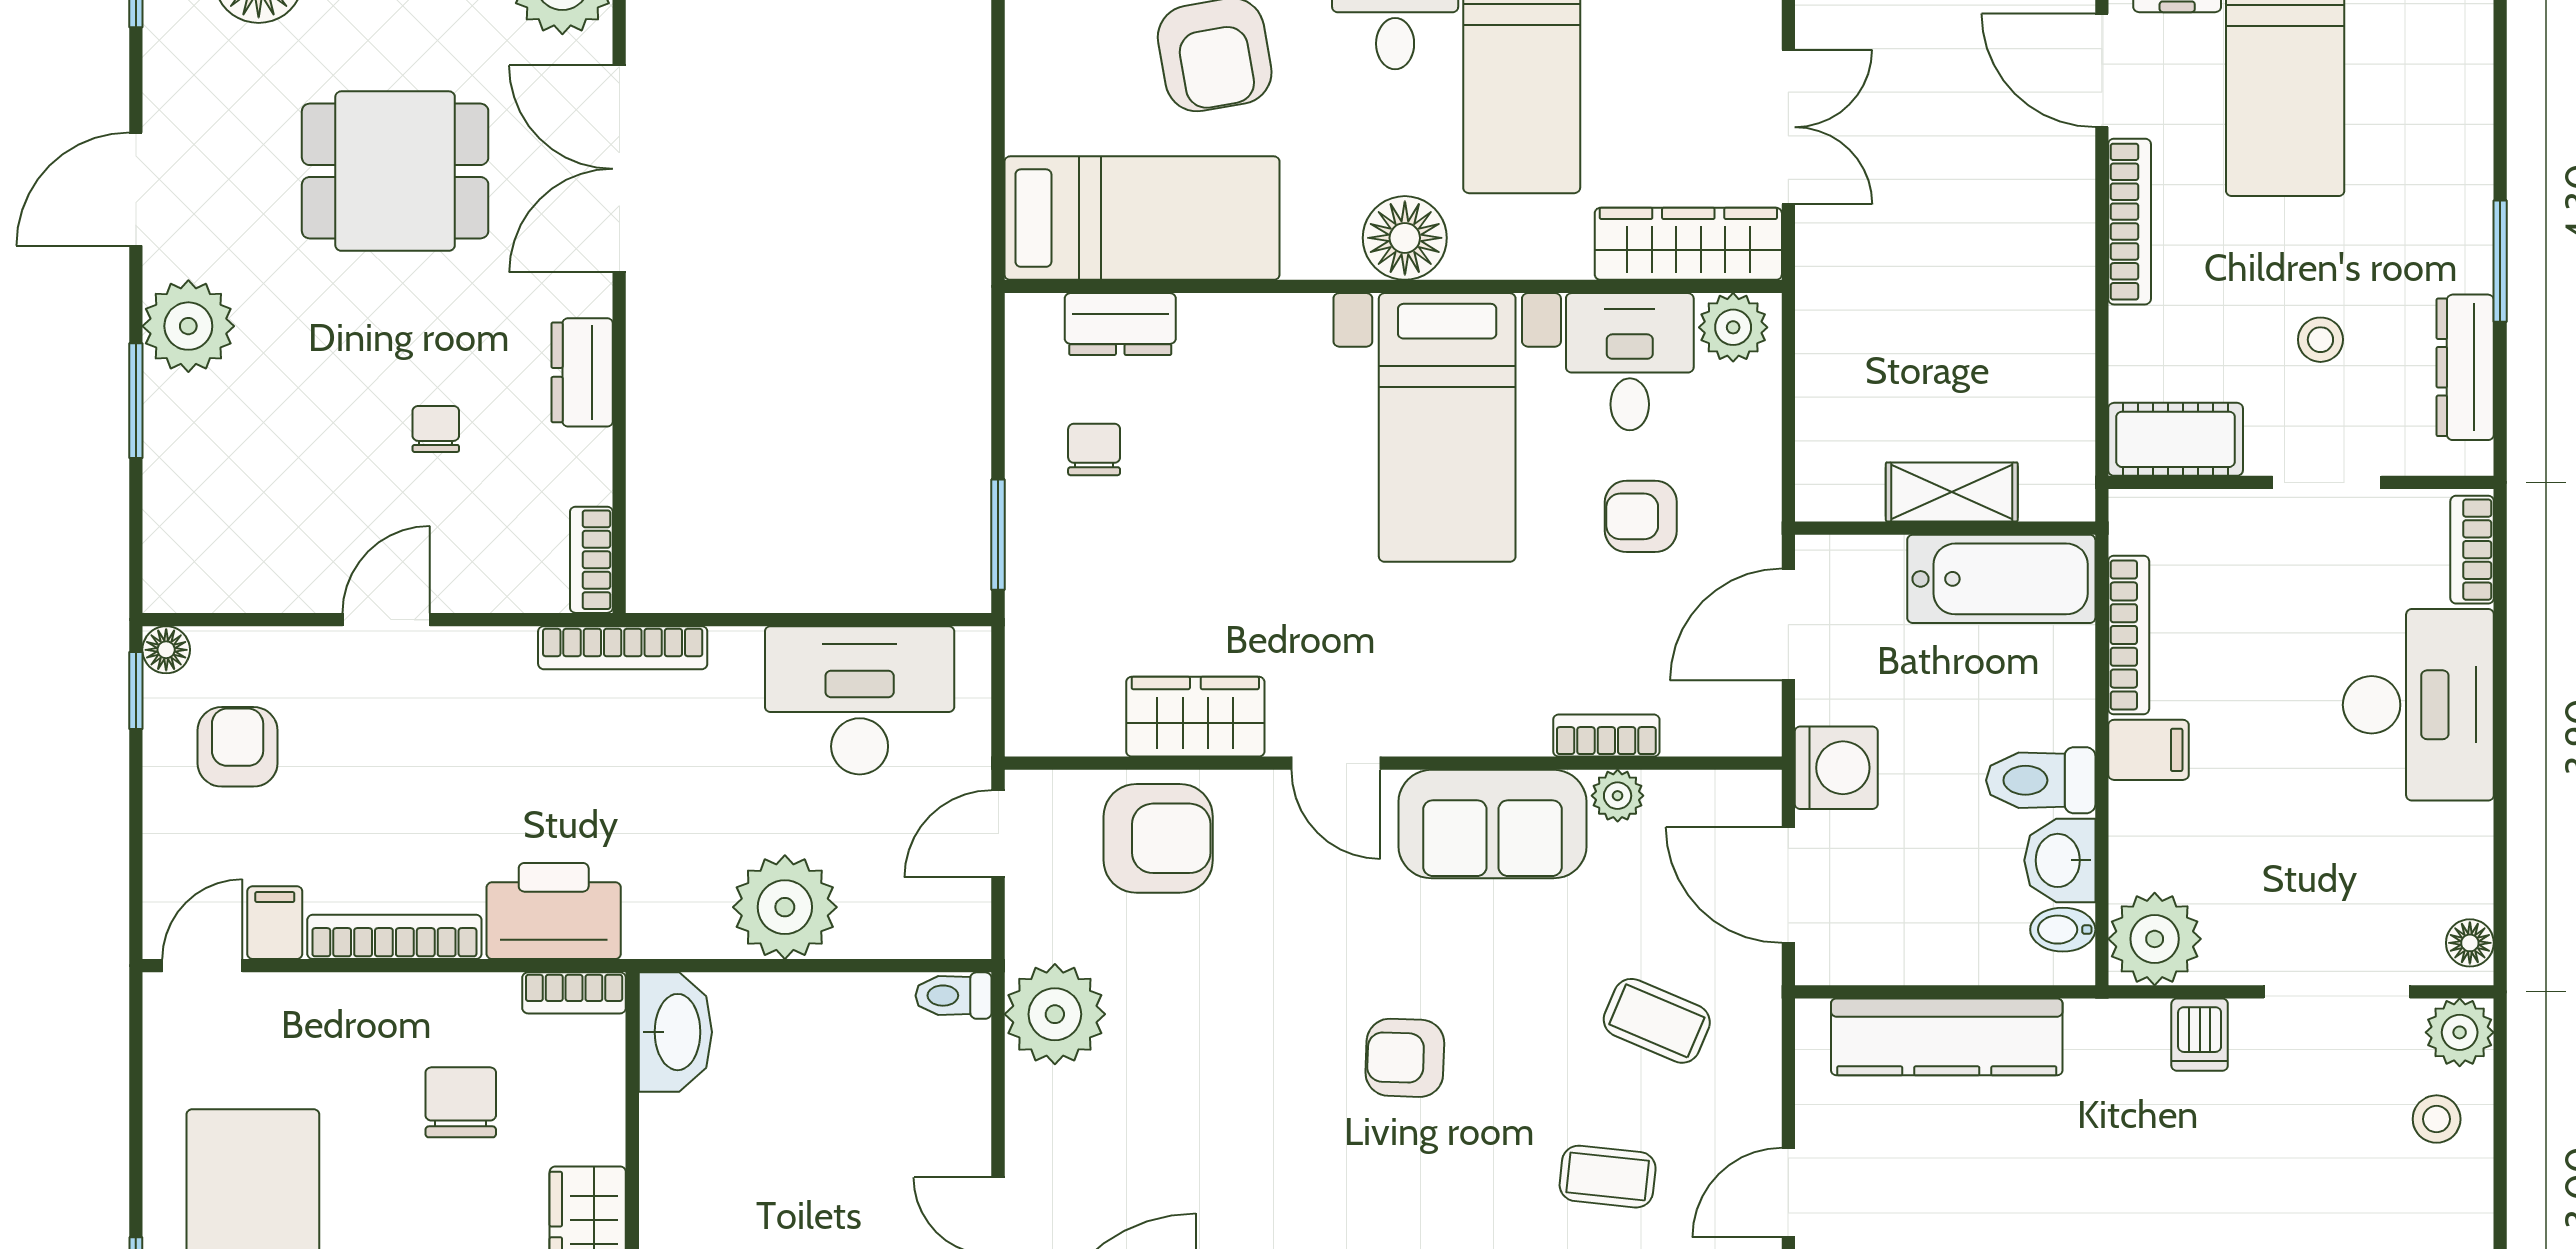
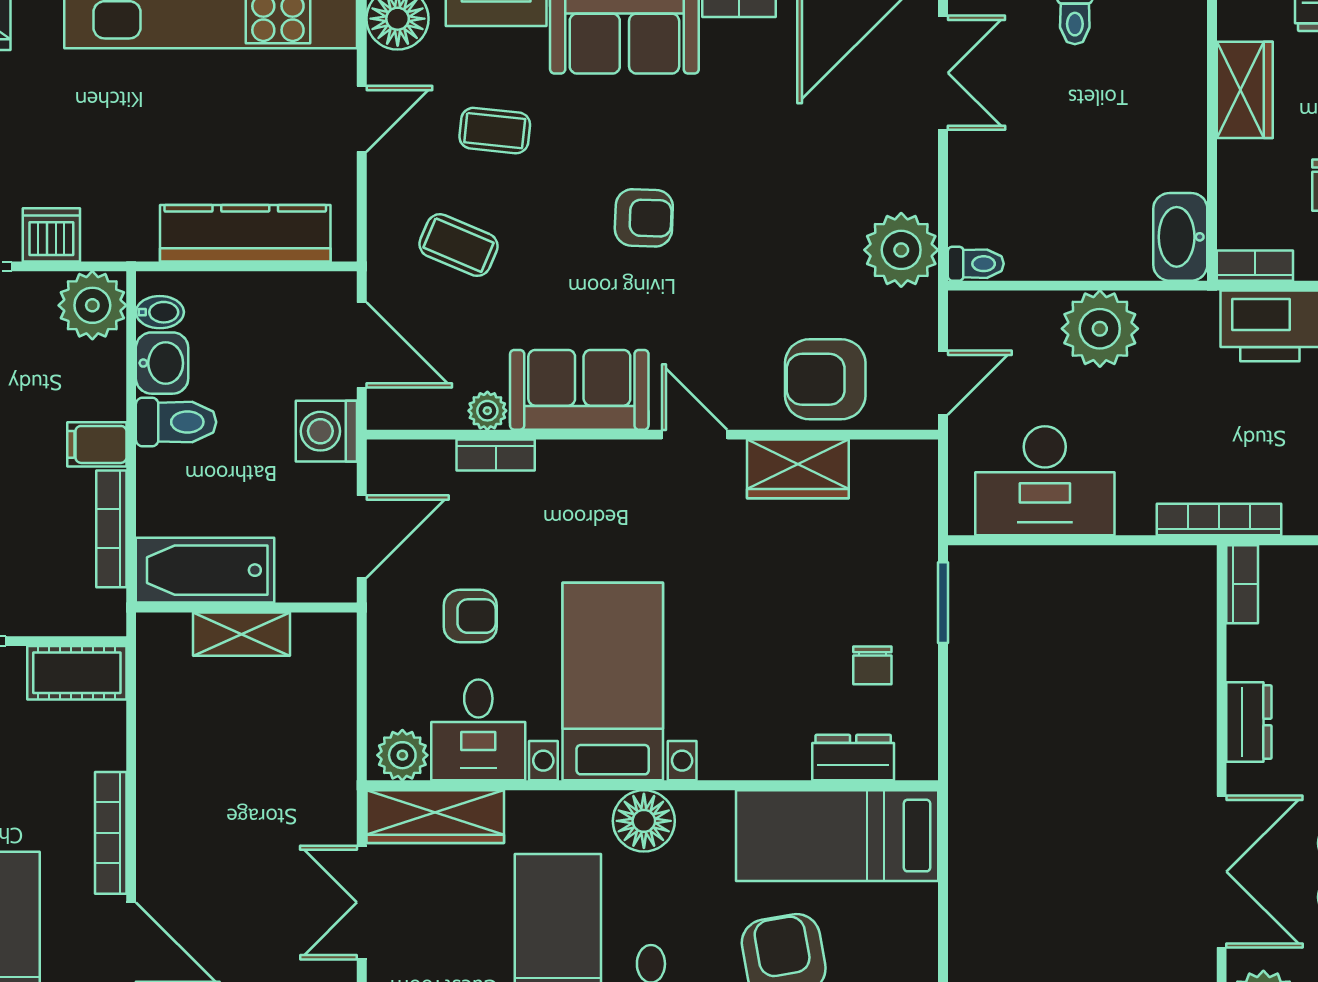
dishwasher: (2200, 1035) -> (51, 235), width x1.38

